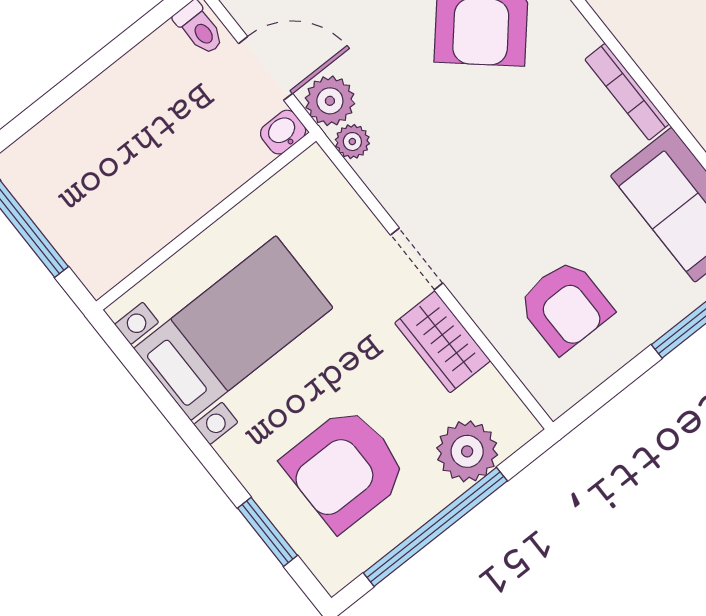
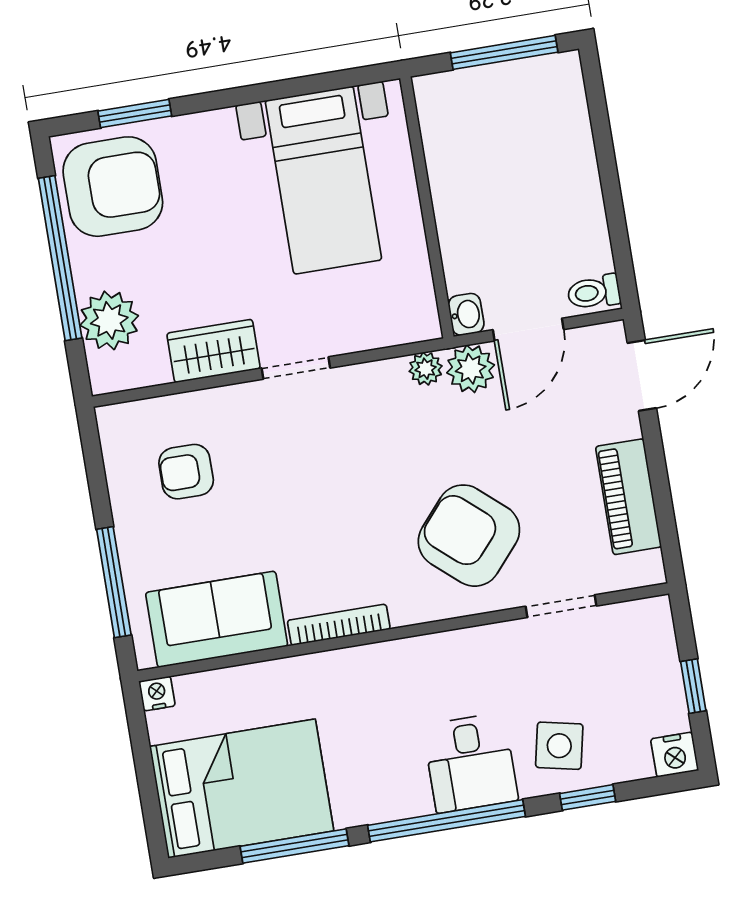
armchair: (565, 306) -> (186, 472), width x0.72, depth x0.72
armchair: (345, 469) -> (113, 187), moved, turned 90

